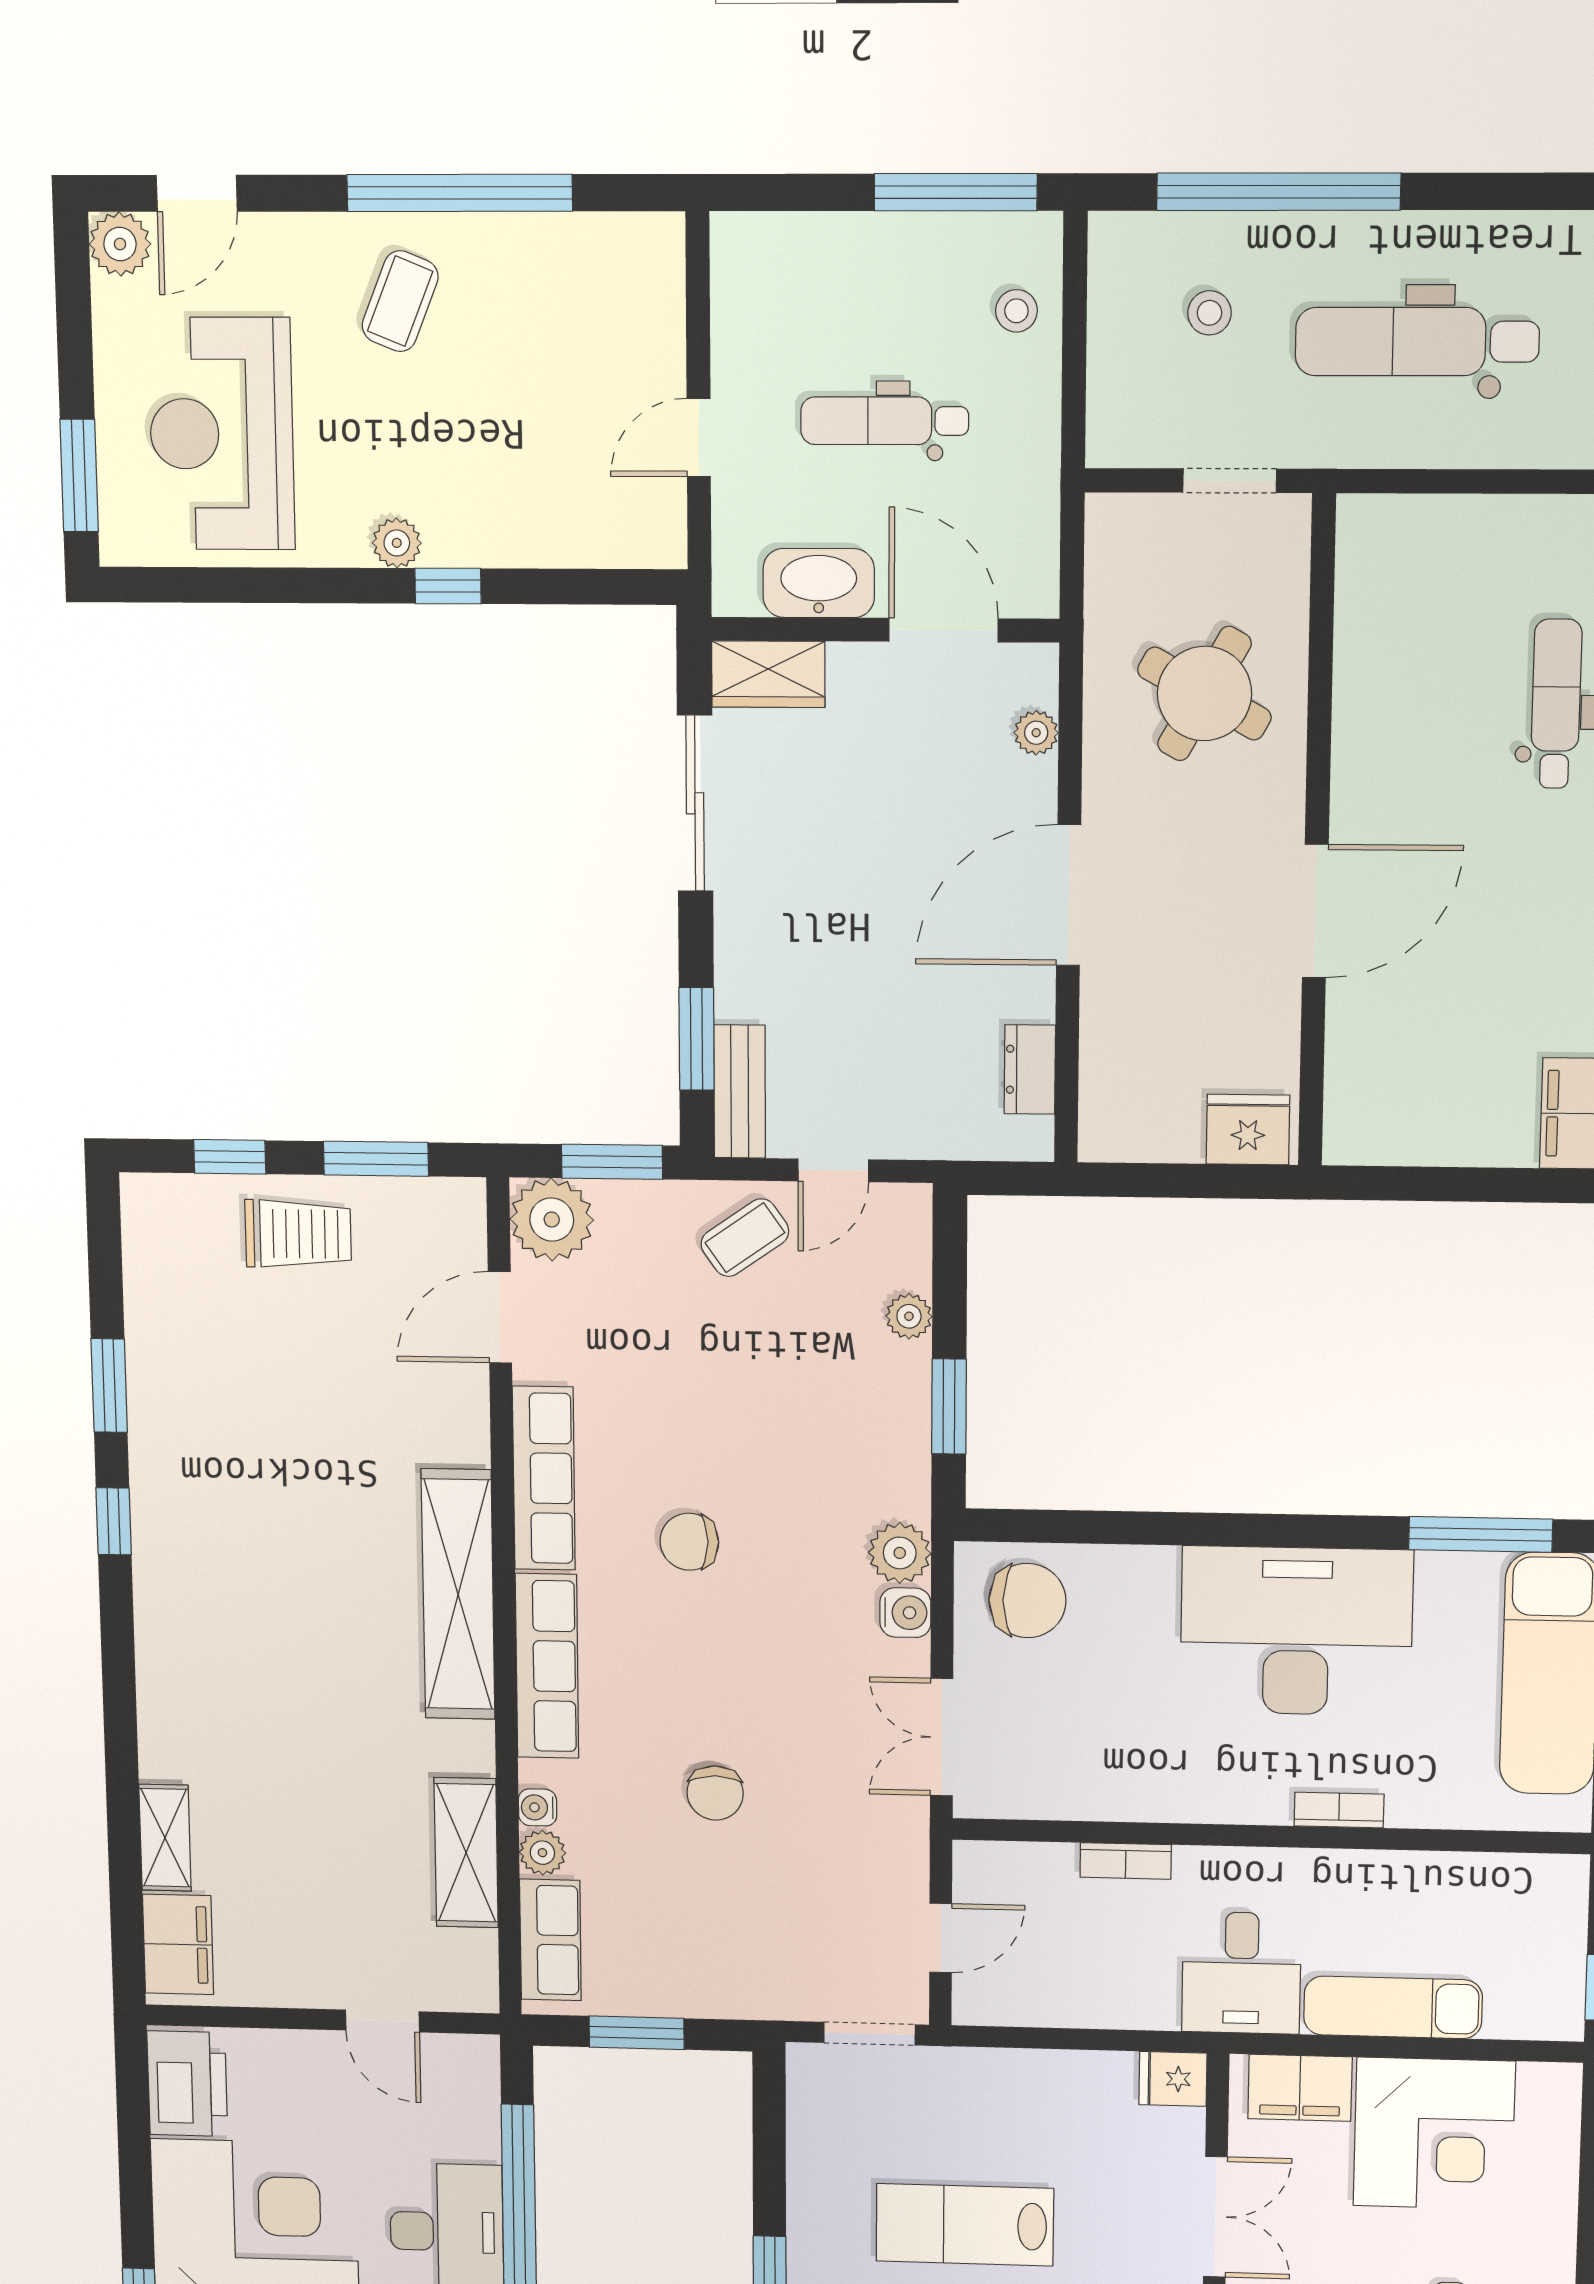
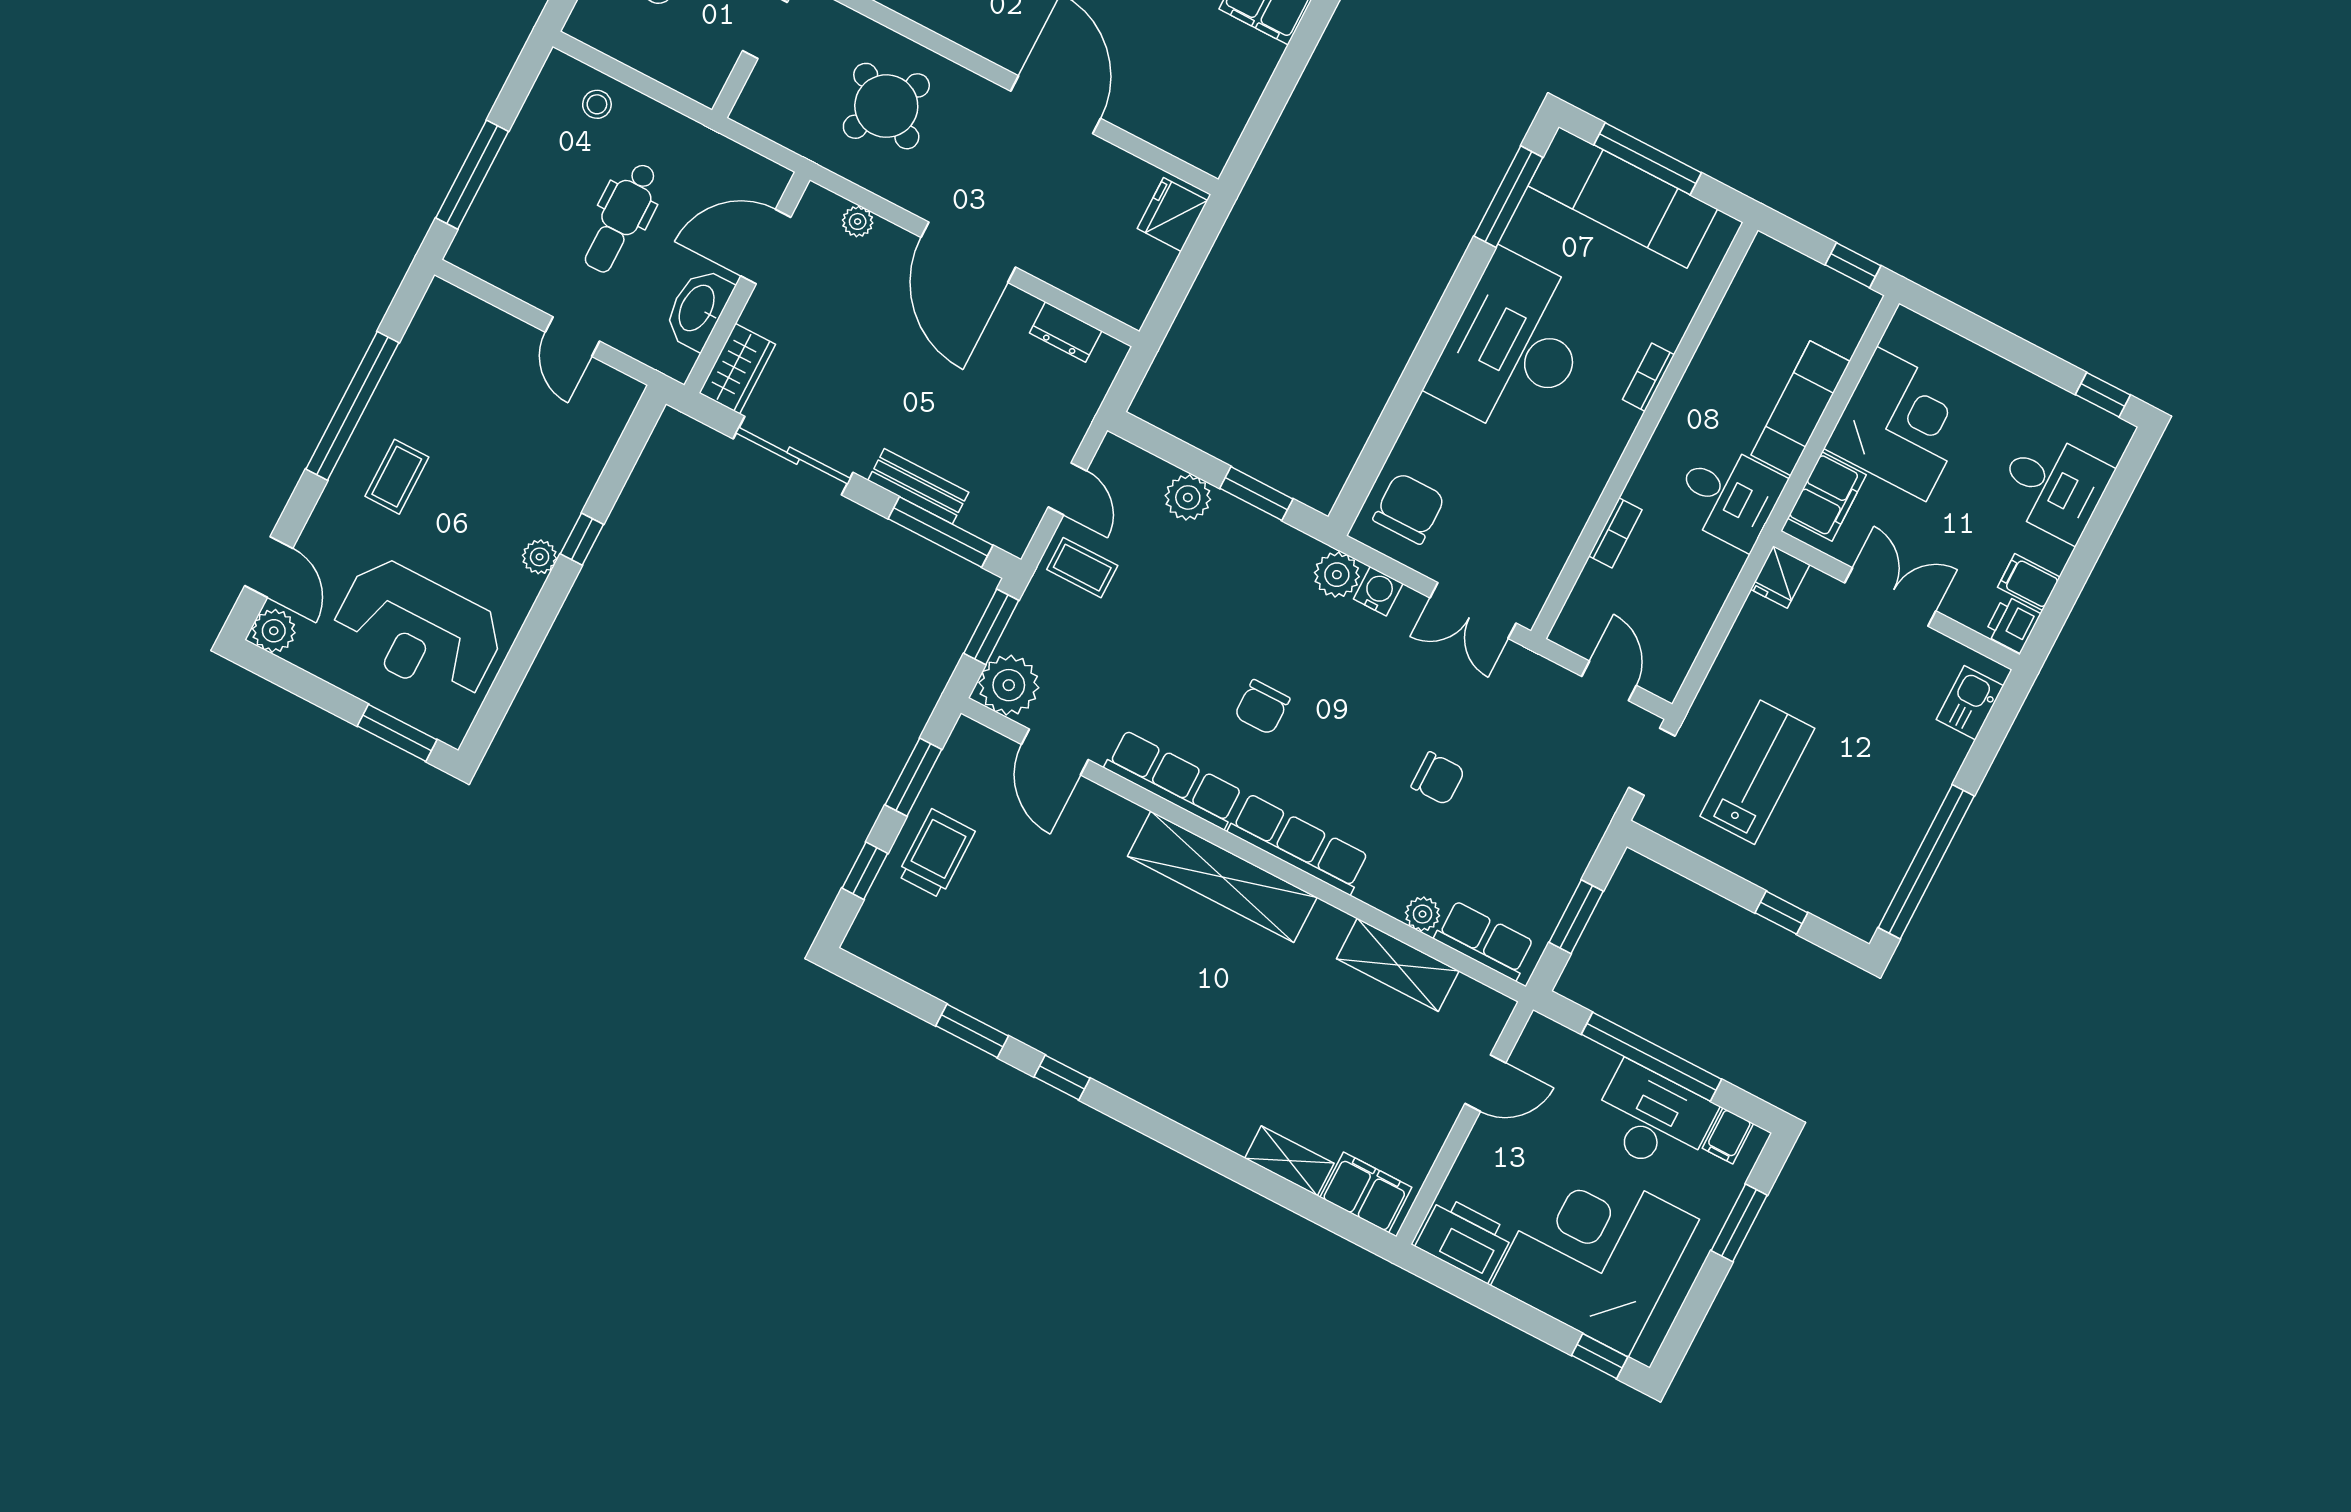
window: (956, 192) -> (472, 175), moved
coffee table: (400, 301) -> (397, 477), turned 68
window: (697, 1039) -> (940, 532), width x1.44
bench: (740, 1092) -> (918, 486), moved
coffee table: (745, 1238) -> (1082, 568), turned -55
plant: (909, 1316) -> (1188, 497), width x1.38, depth x1.38
water cooler: (538, 1807) -> (1390, 901), removed
lab bench: (965, 2225) -> (1757, 772), moved, turned 180

